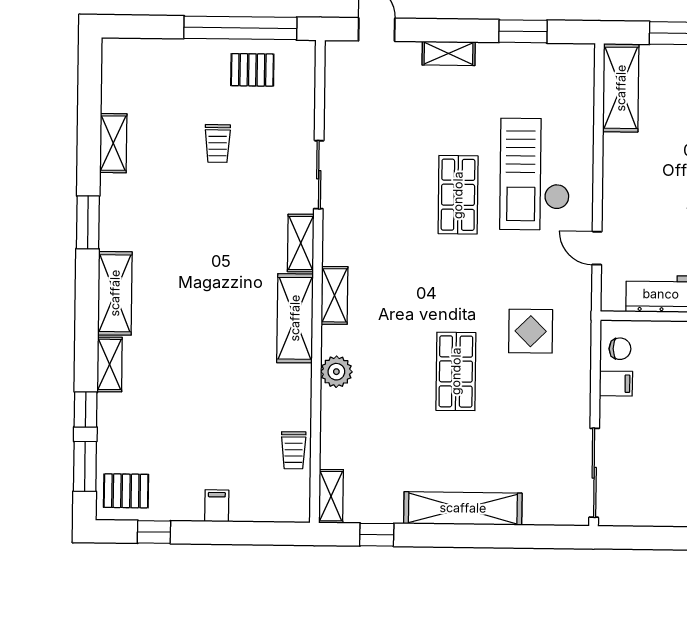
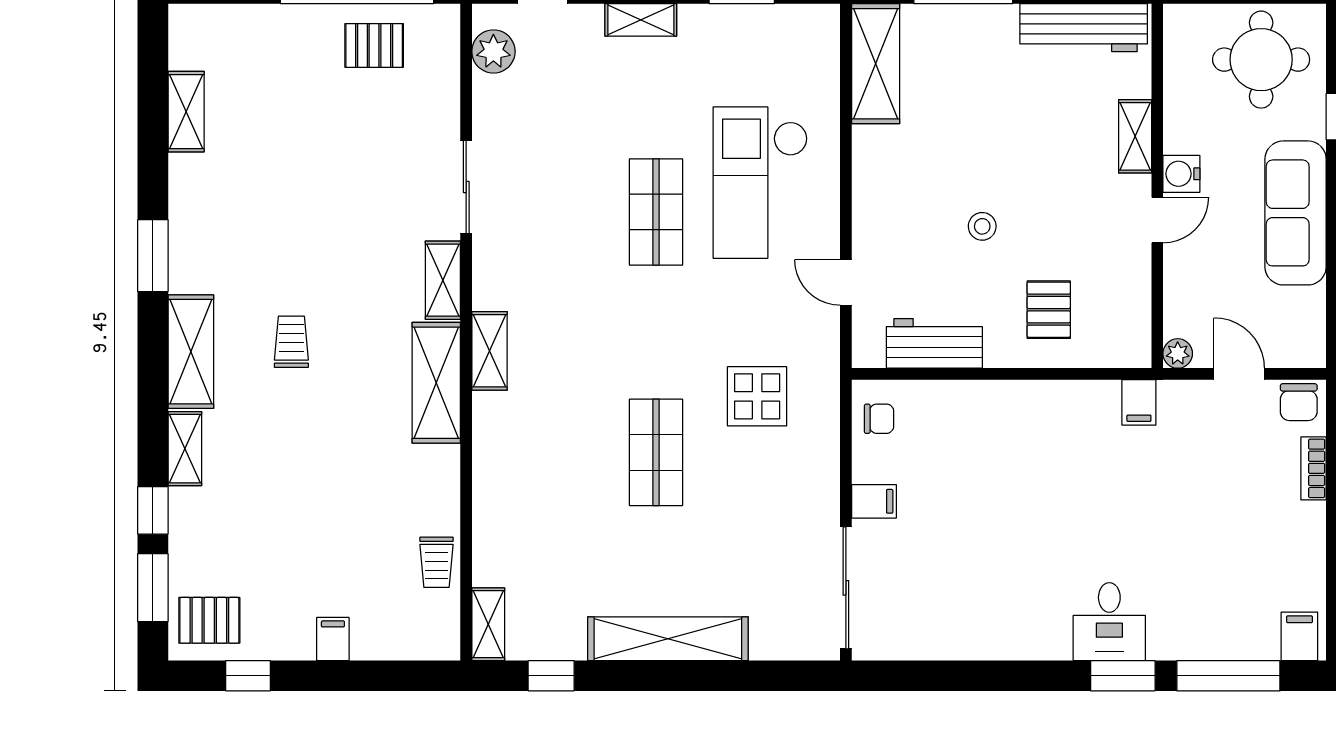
shelving: (113, 143) -> (186, 112), moved
trolley: (218, 143) -> (291, 342), moved, turned 180
plant: (336, 372) -> (493, 51), moved
filing cabinet: (616, 384) -> (874, 501), moved

